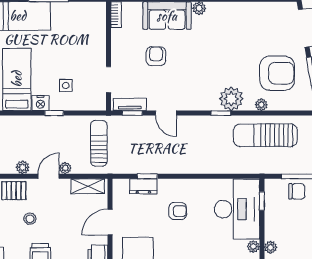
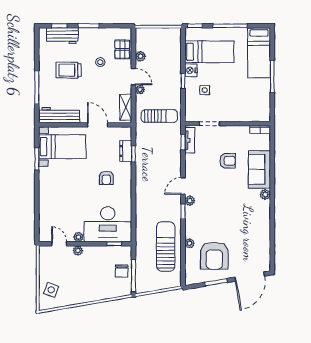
plant: (231, 99) -> (190, 201), moved, width x0.53, depth x0.53
door: (166, 113) -> (183, 186), moved

